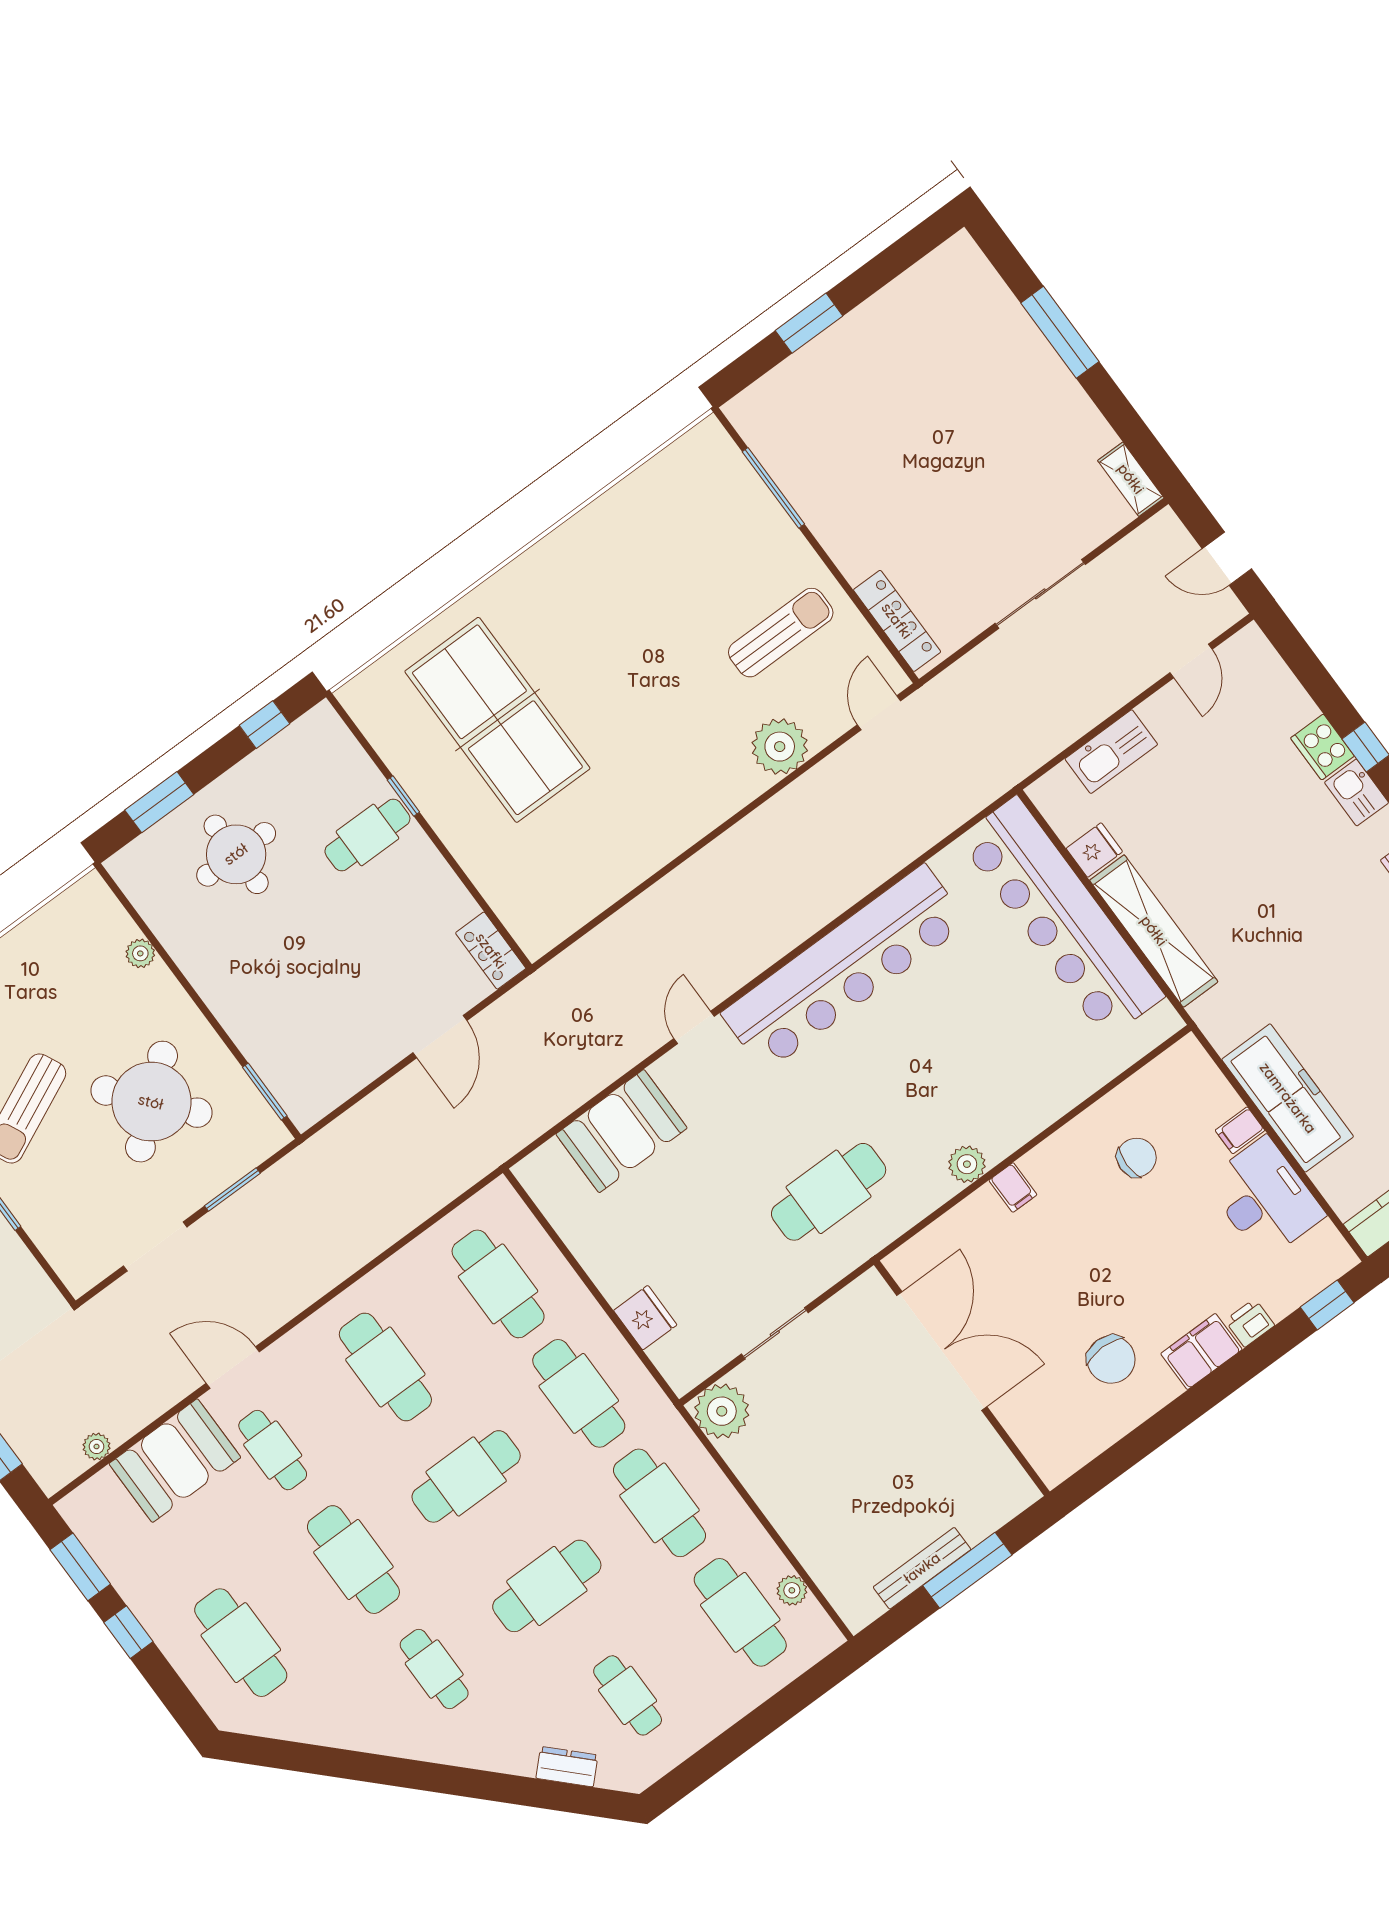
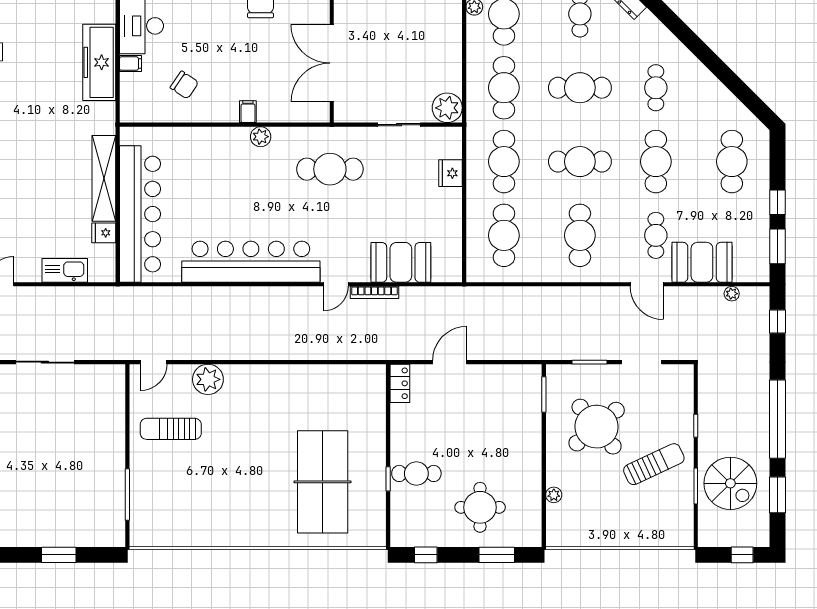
locker: (897, 621) -> (116, 396), removed
bookcase: (628, 1058) -> (374, 292), added
chair: (1137, 1158) -> (184, 85), turned -146

